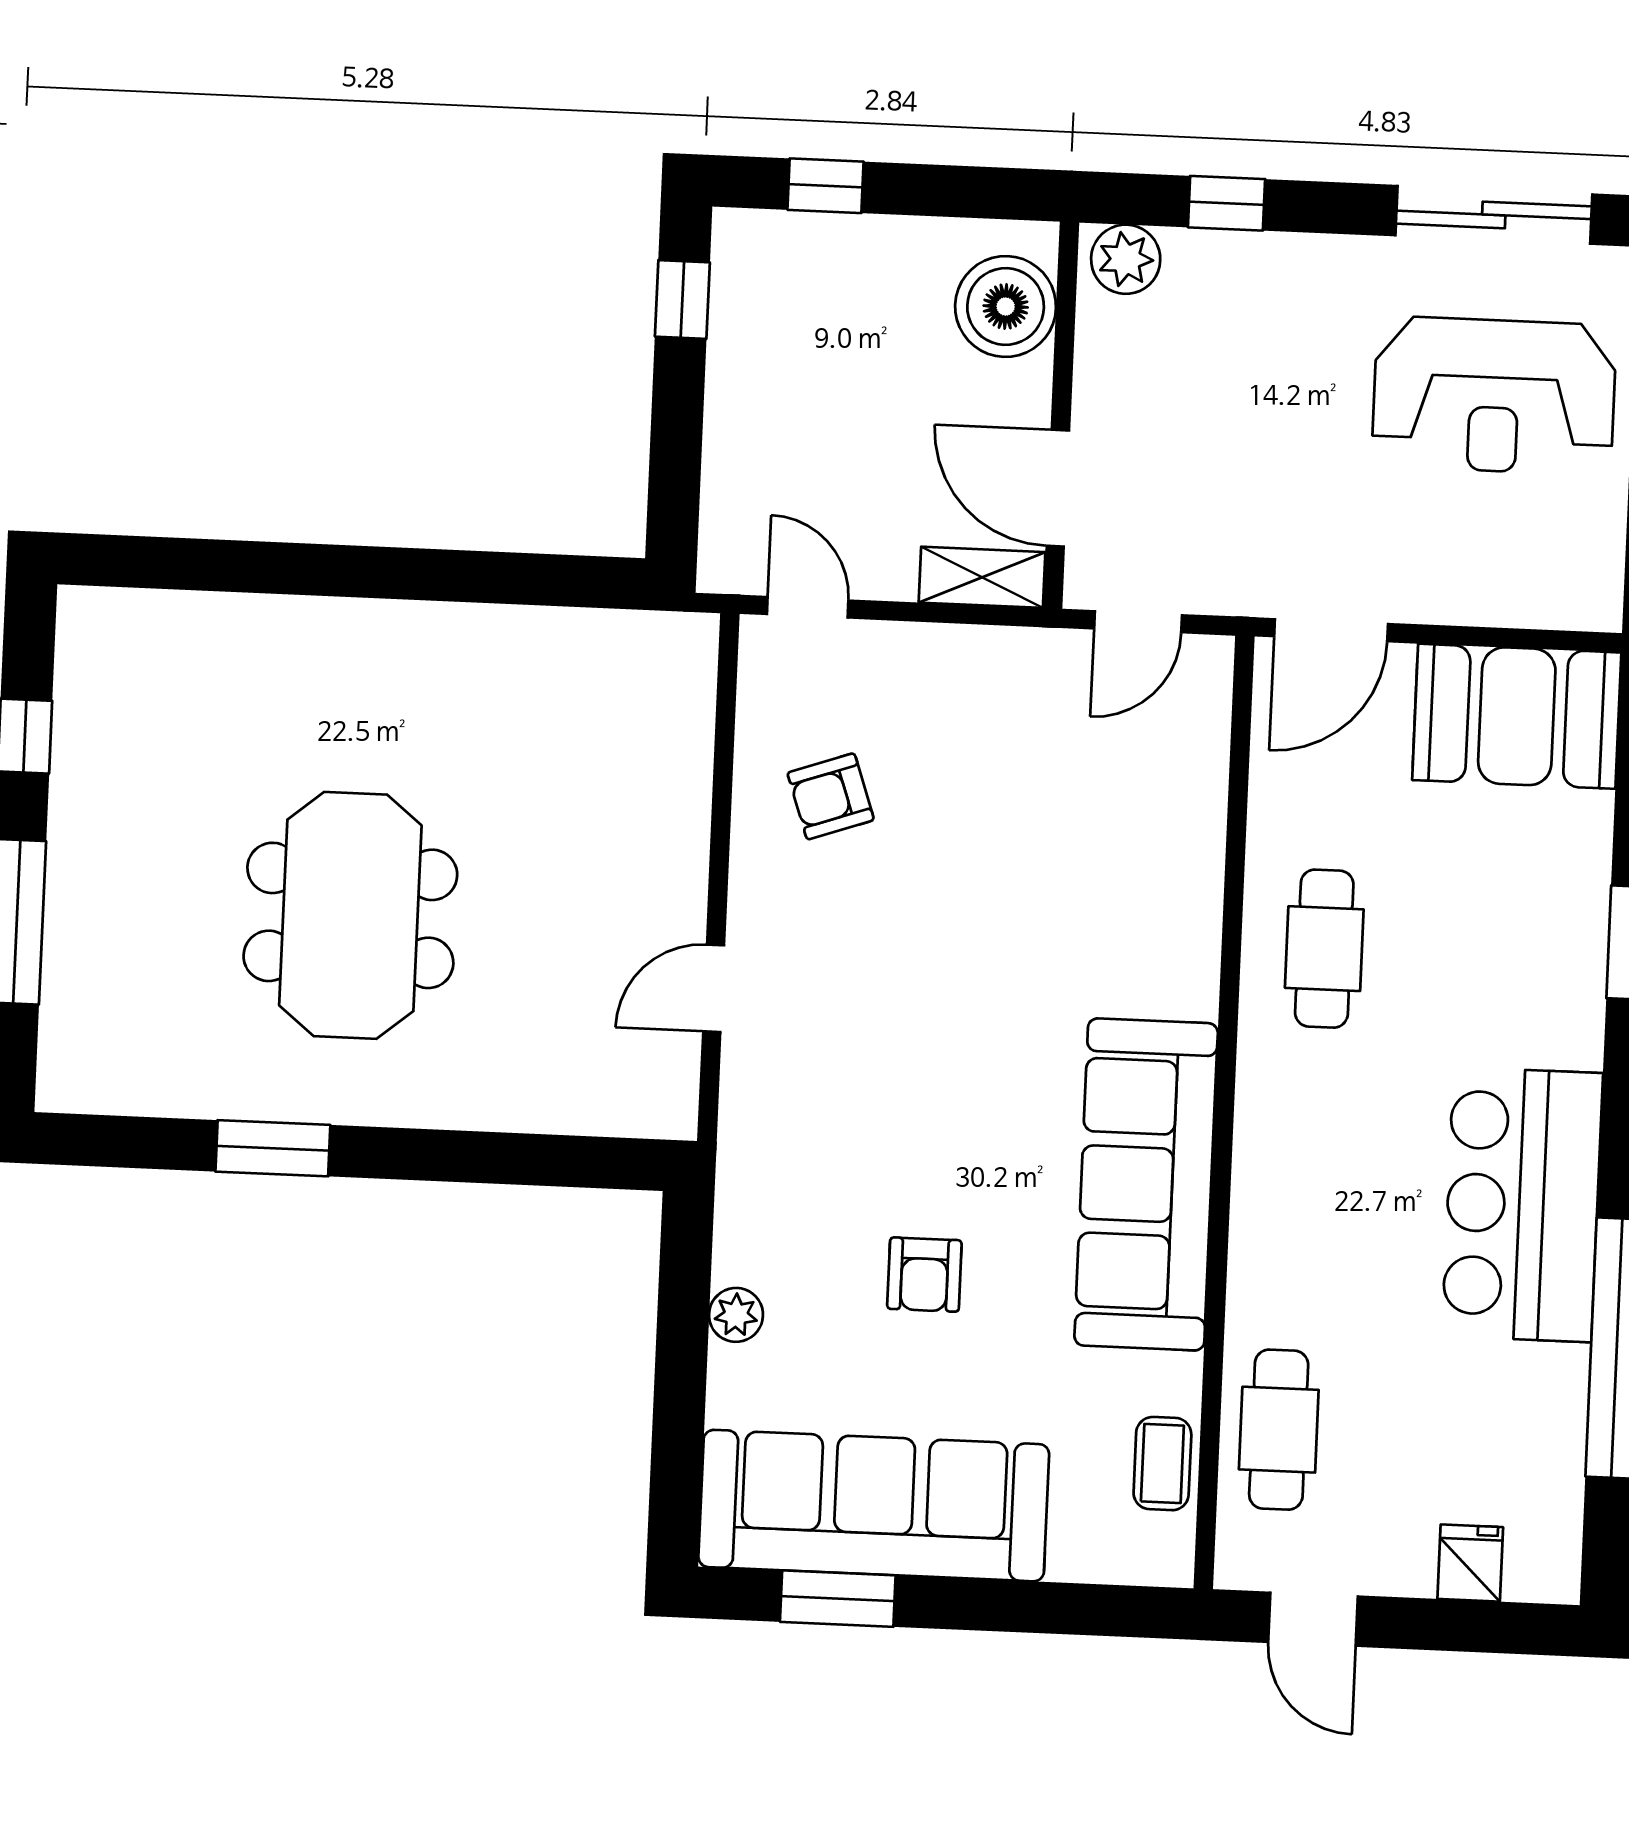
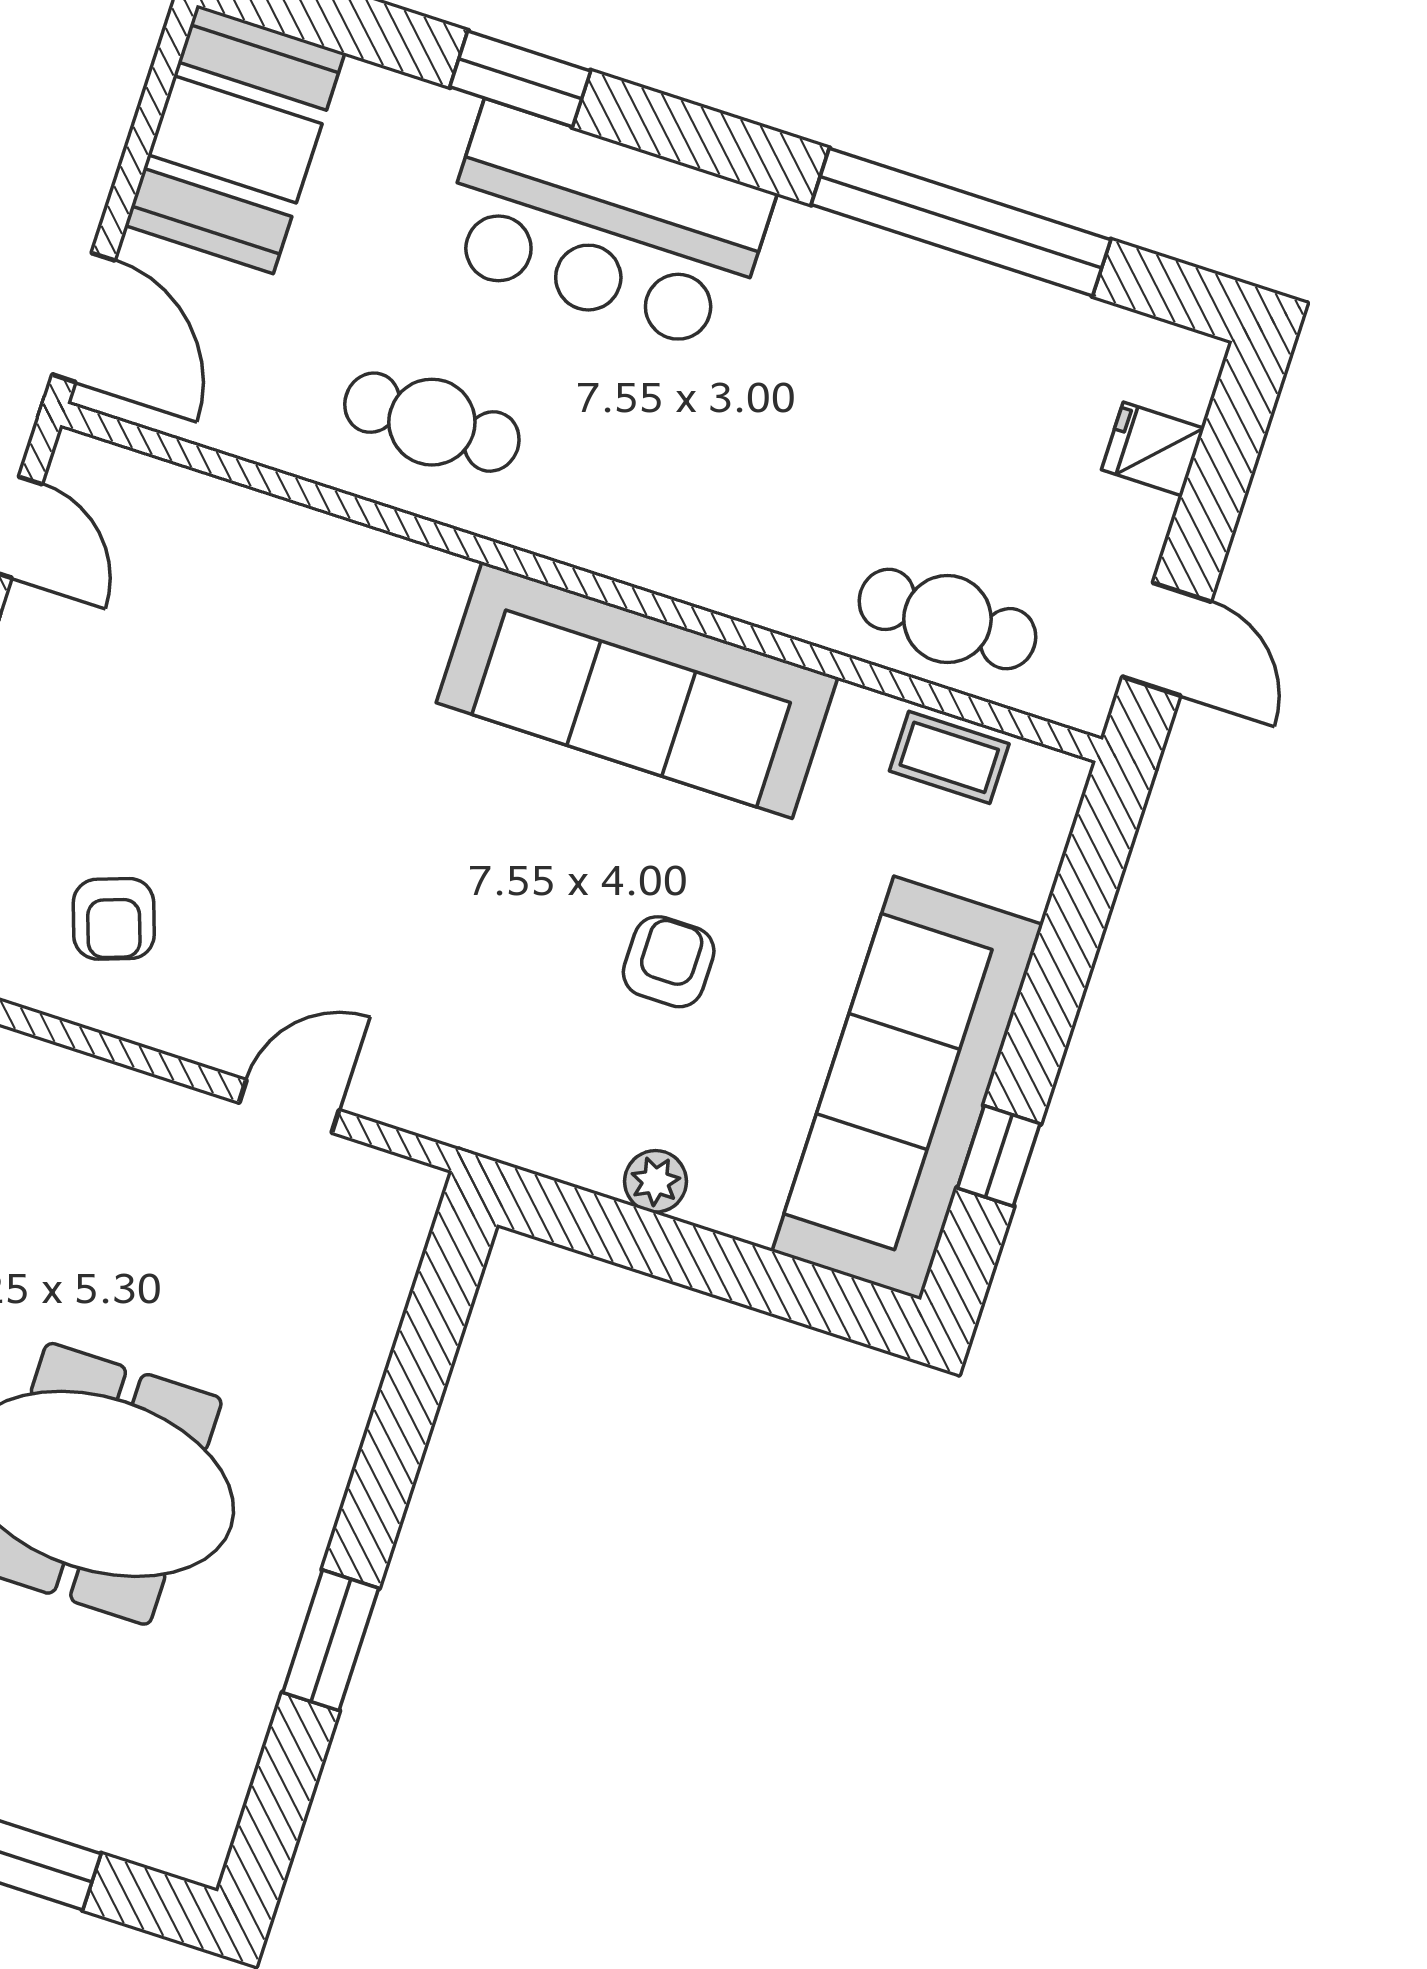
door: (714, 988) -> (289, 1106), swing flipped
bar counter: (1522, 1205) -> (605, 227), moved
armchair: (924, 1275) -> (669, 962), turned -90
window: (838, 1599) -> (999, 1156), width x0.67
door: (1313, 1619) -> (1167, 639), hinge flipped

